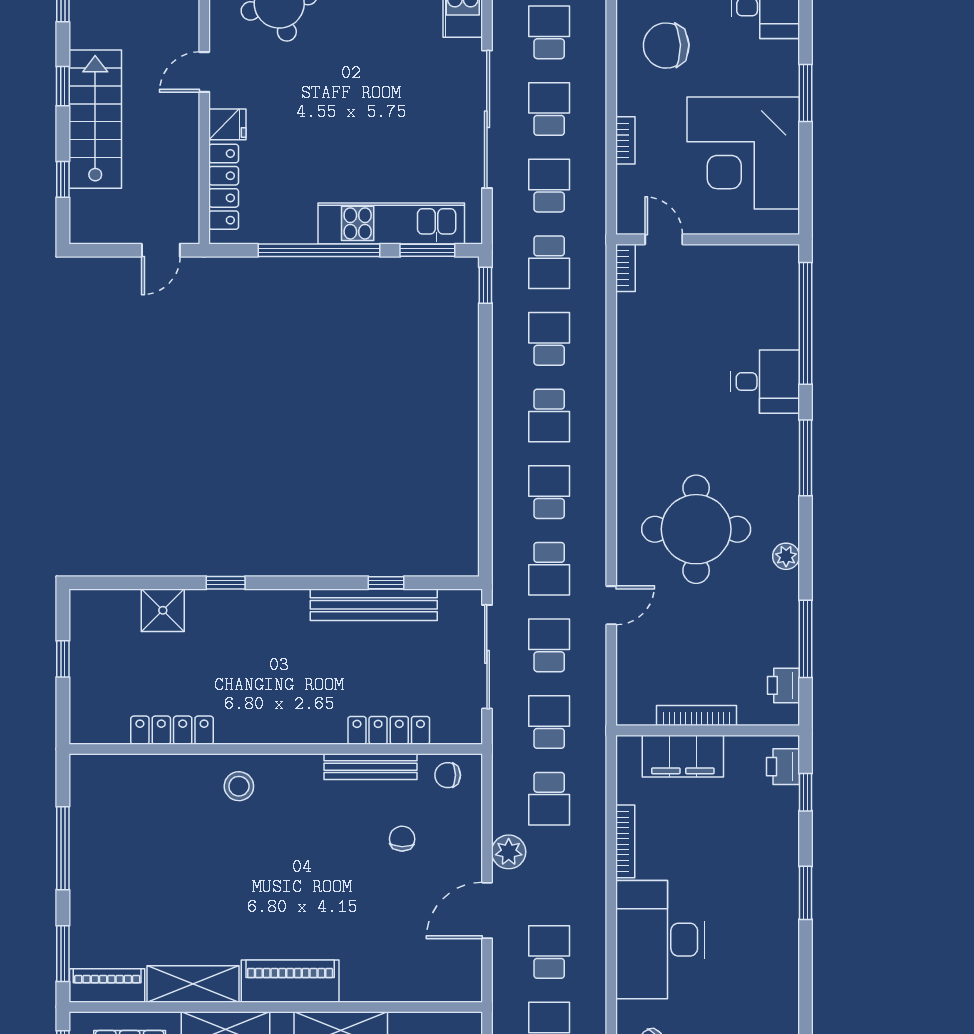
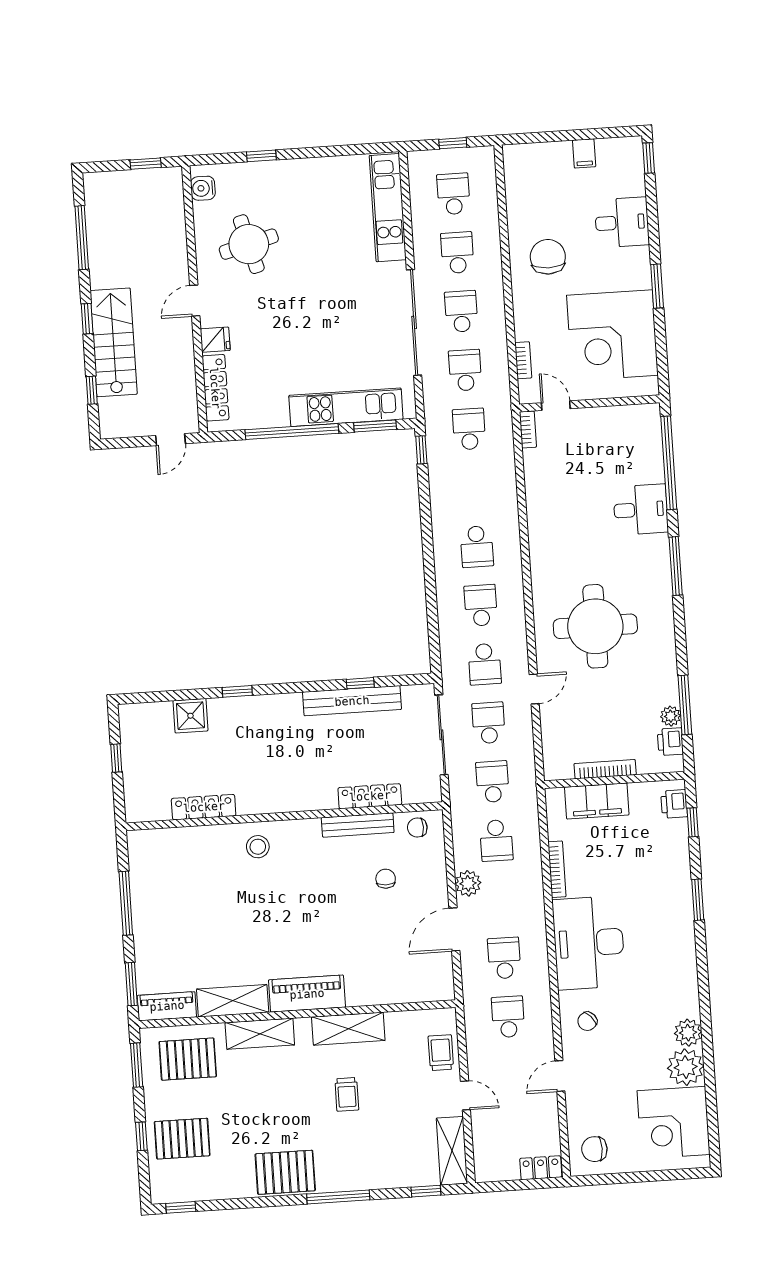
chair: (666, 46) -> (548, 257), turned 92
bookcase: (625, 140) -> (523, 360), moved
school desk: (549, 262) -> (469, 429), turned 180
school desk: (549, 339) -> (473, 488), removed
plant: (786, 556) -> (671, 716), moved

